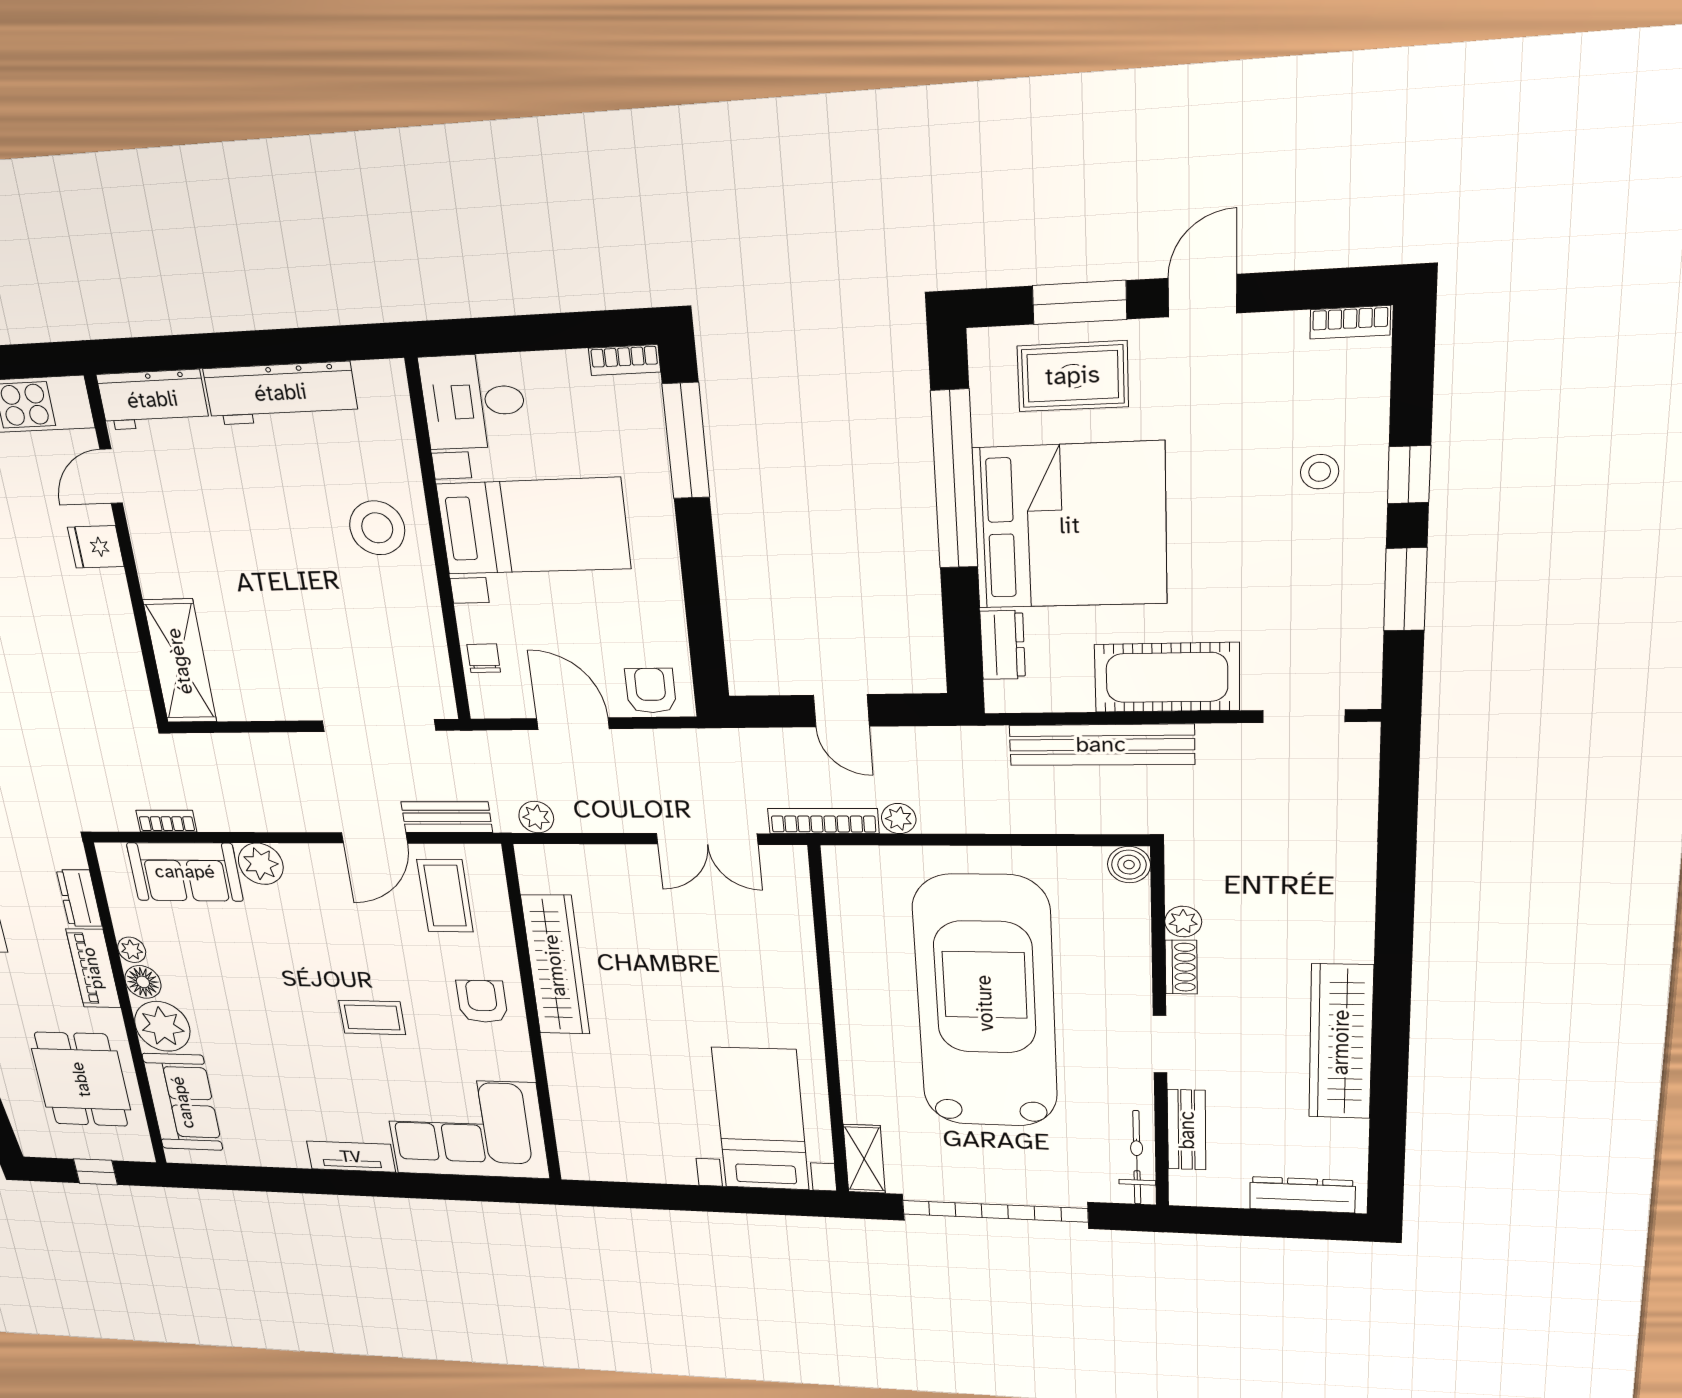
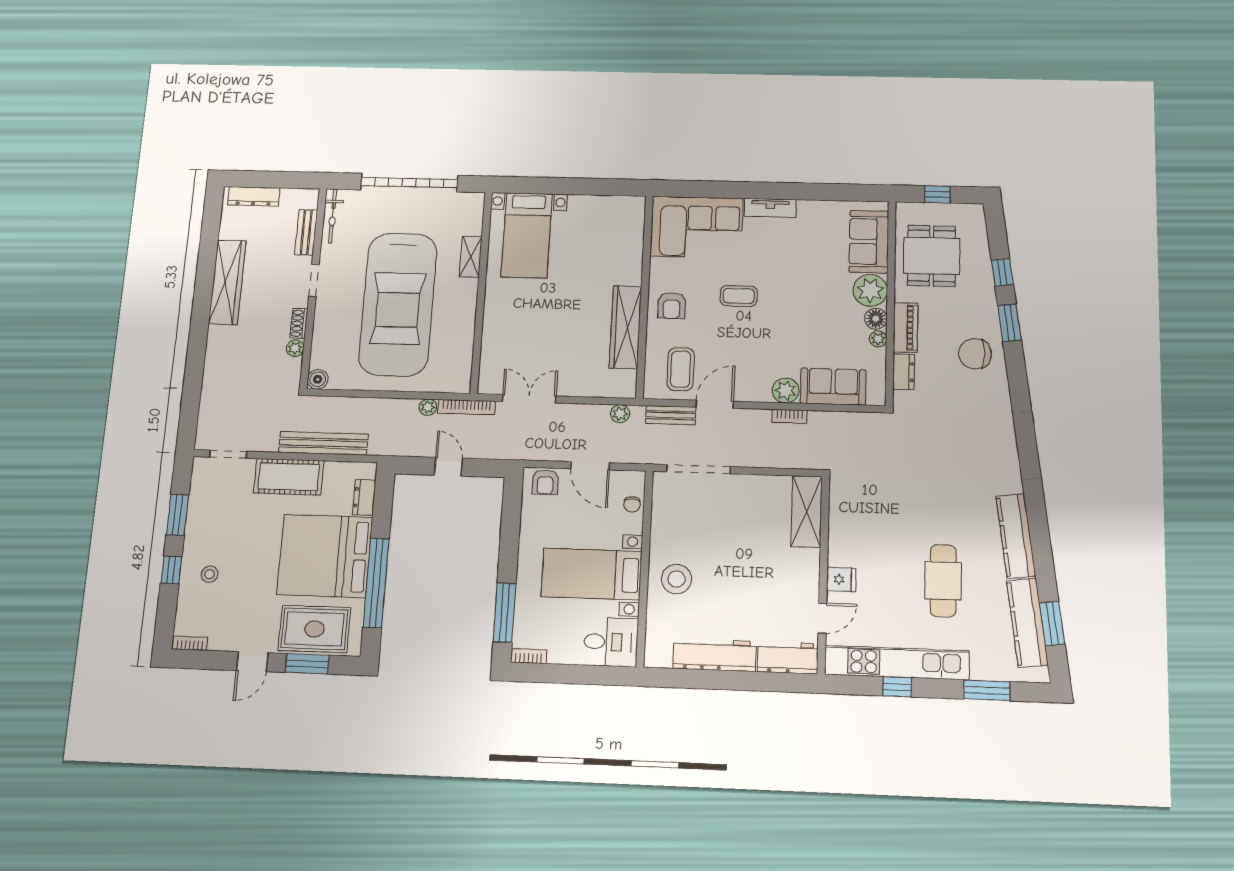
rug: (1073, 376) -> (314, 629), width x1.36, depth x1.43
bookcase: (166, 821) -> (790, 416), moved
shelving: (864, 1159) -> (471, 257), moved

